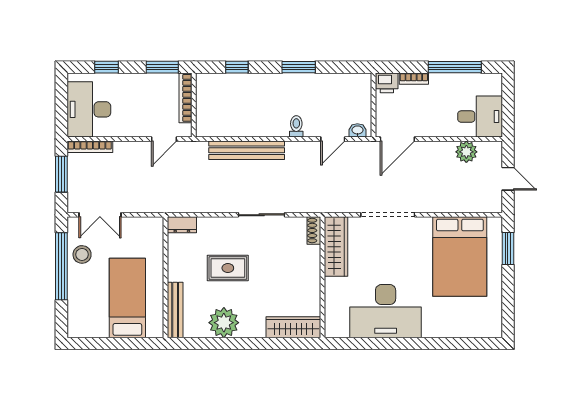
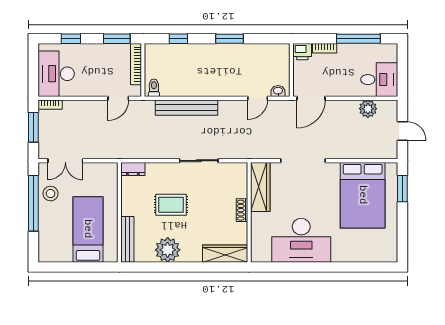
toilet: (296, 126) -> (154, 88), moved
bookcase: (90, 147) -> (50, 105), width x0.64
shoe rack: (314, 230) -> (242, 210), moved

